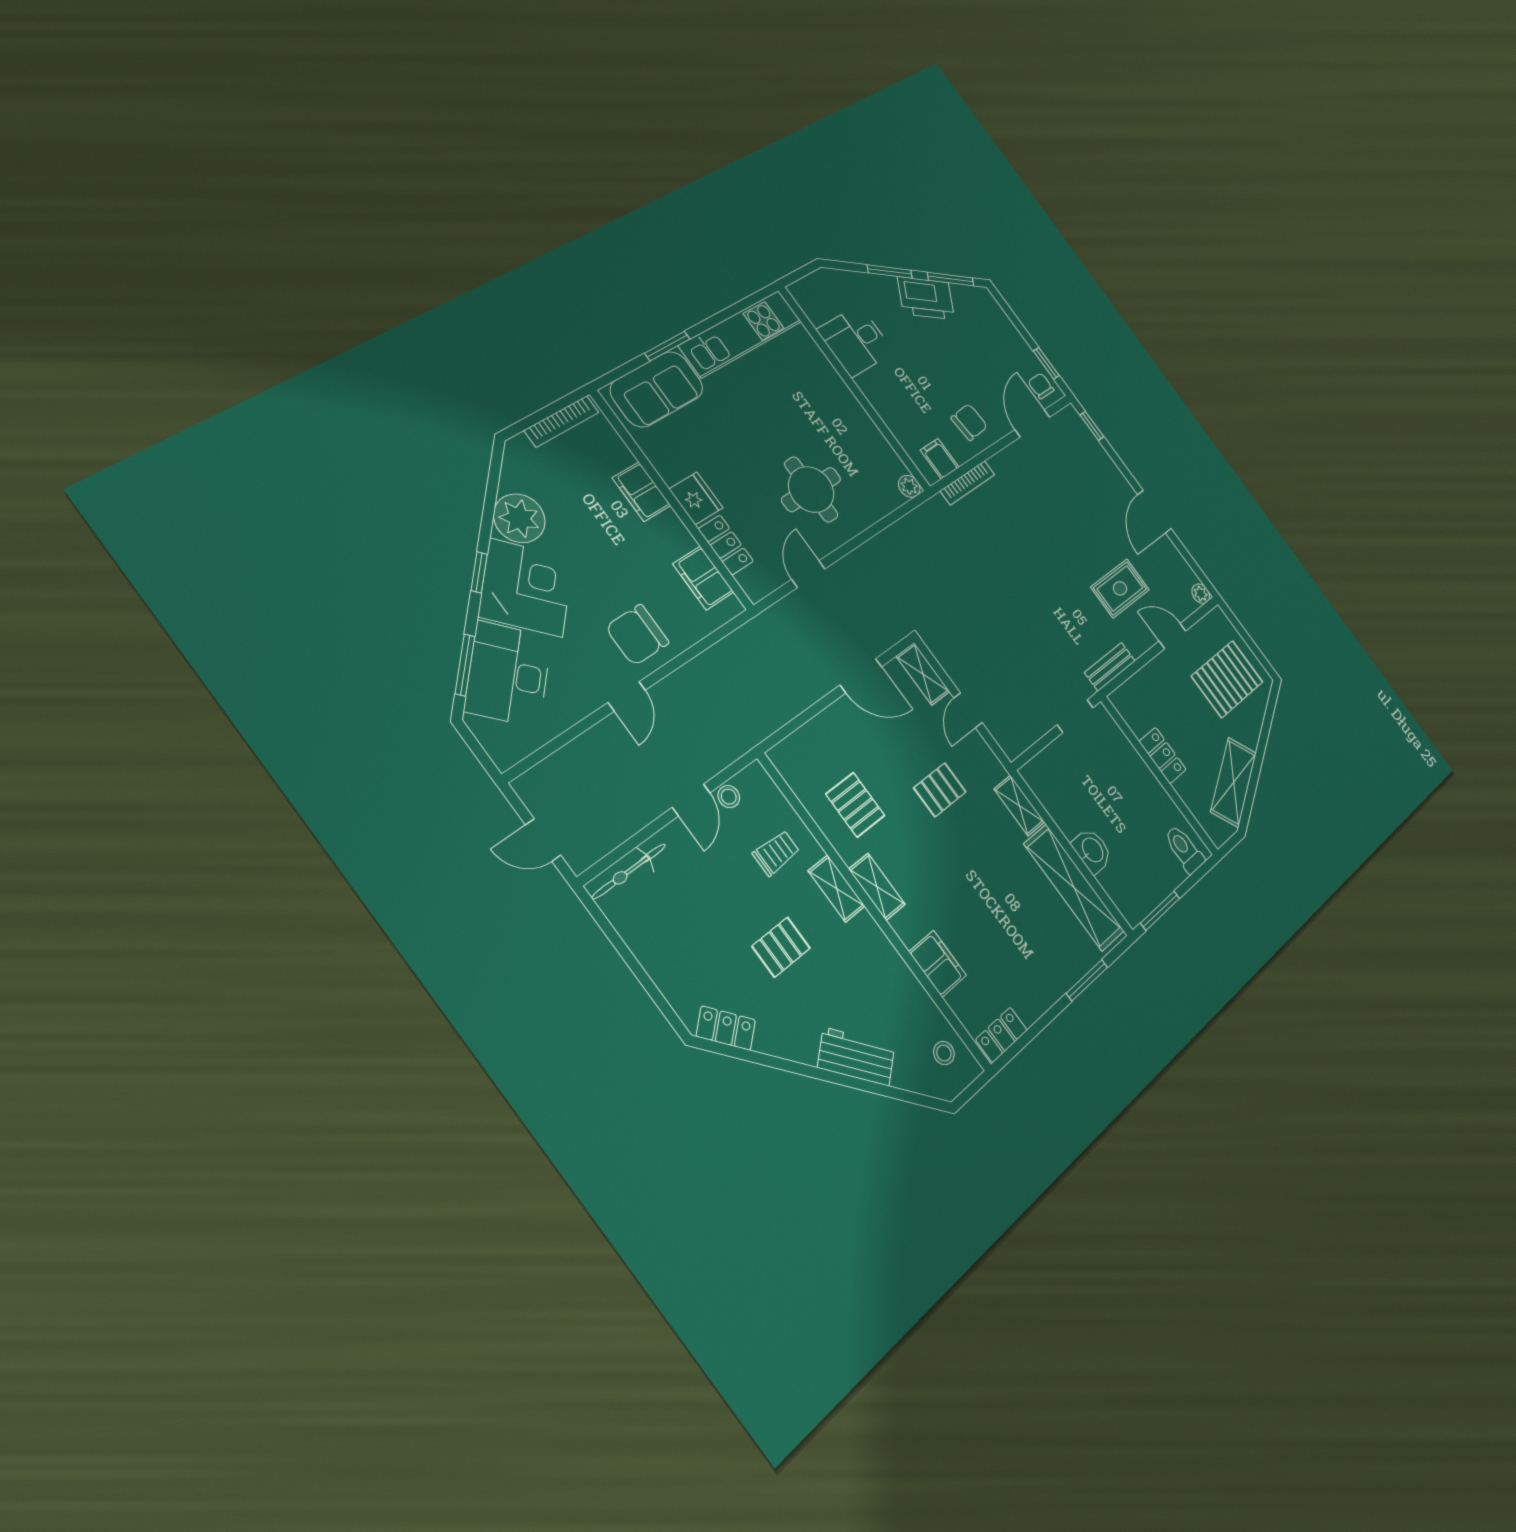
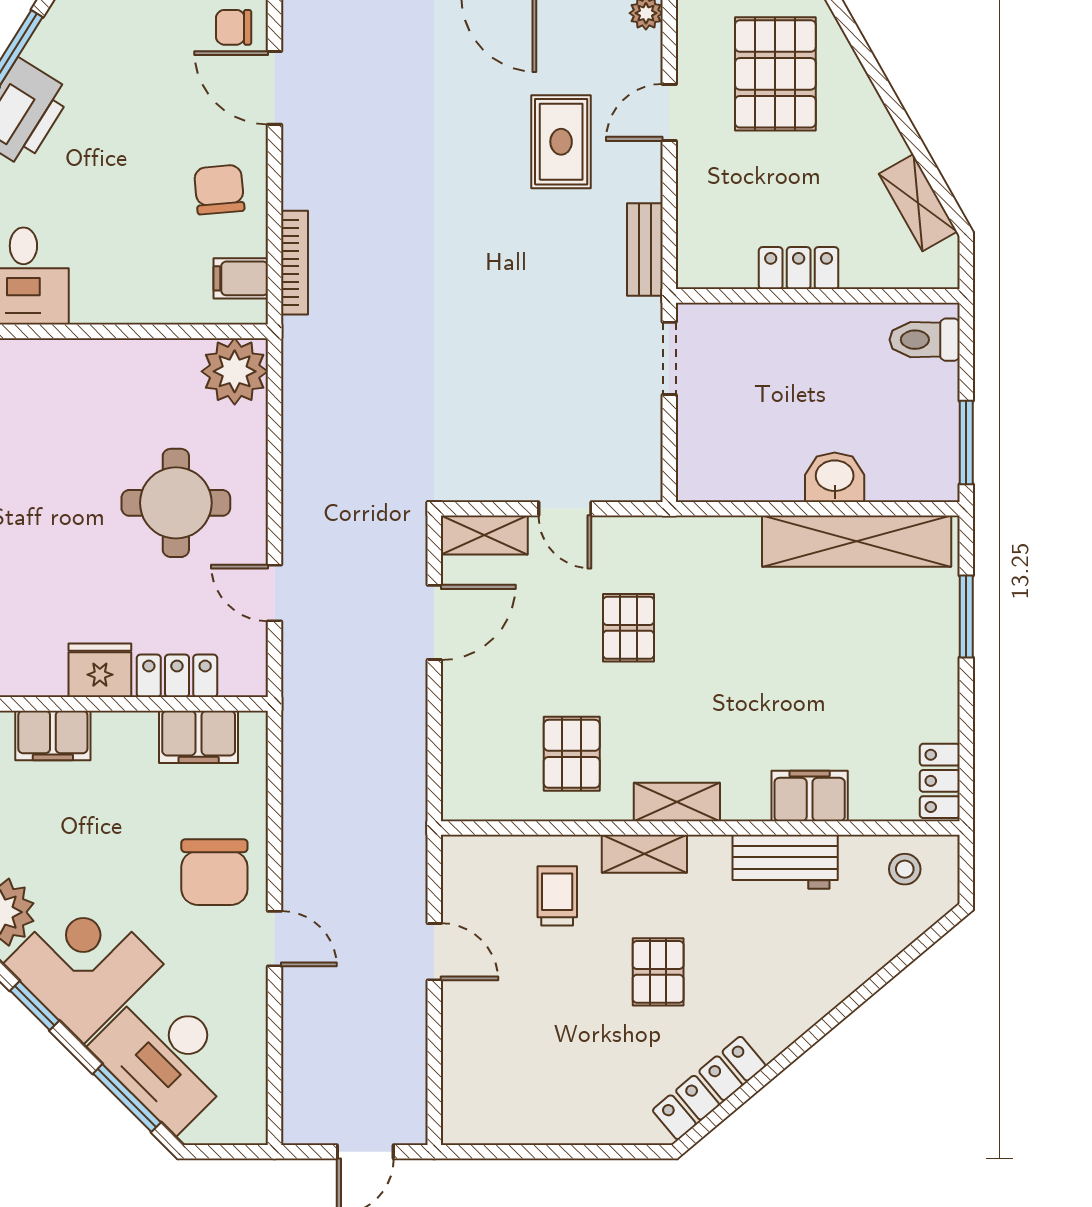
plant: (909, 486) -> (235, 371), width x1.87, depth x1.87
shelving: (1234, 782) -> (918, 203), width x0.67, depth x0.75
stool: (729, 797) -> (460, 904), removed
pallet: (855, 805) -> (572, 754), turned 90
shelving: (1019, 806) -> (717, 534), removed
bicycle: (629, 871) -> (461, 1083), removed
locker: (726, 1028) -> (709, 1088), width x1.53
workbench: (856, 1057) -> (785, 862), moved, turned -140

